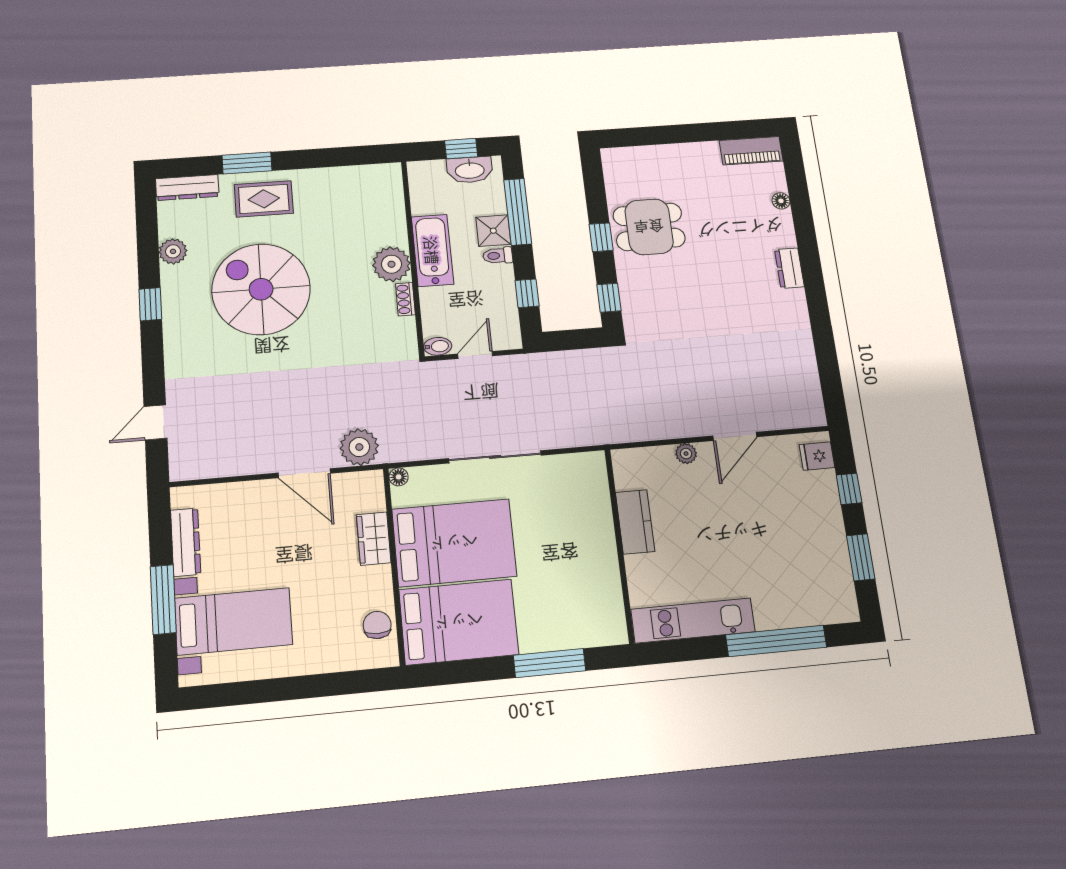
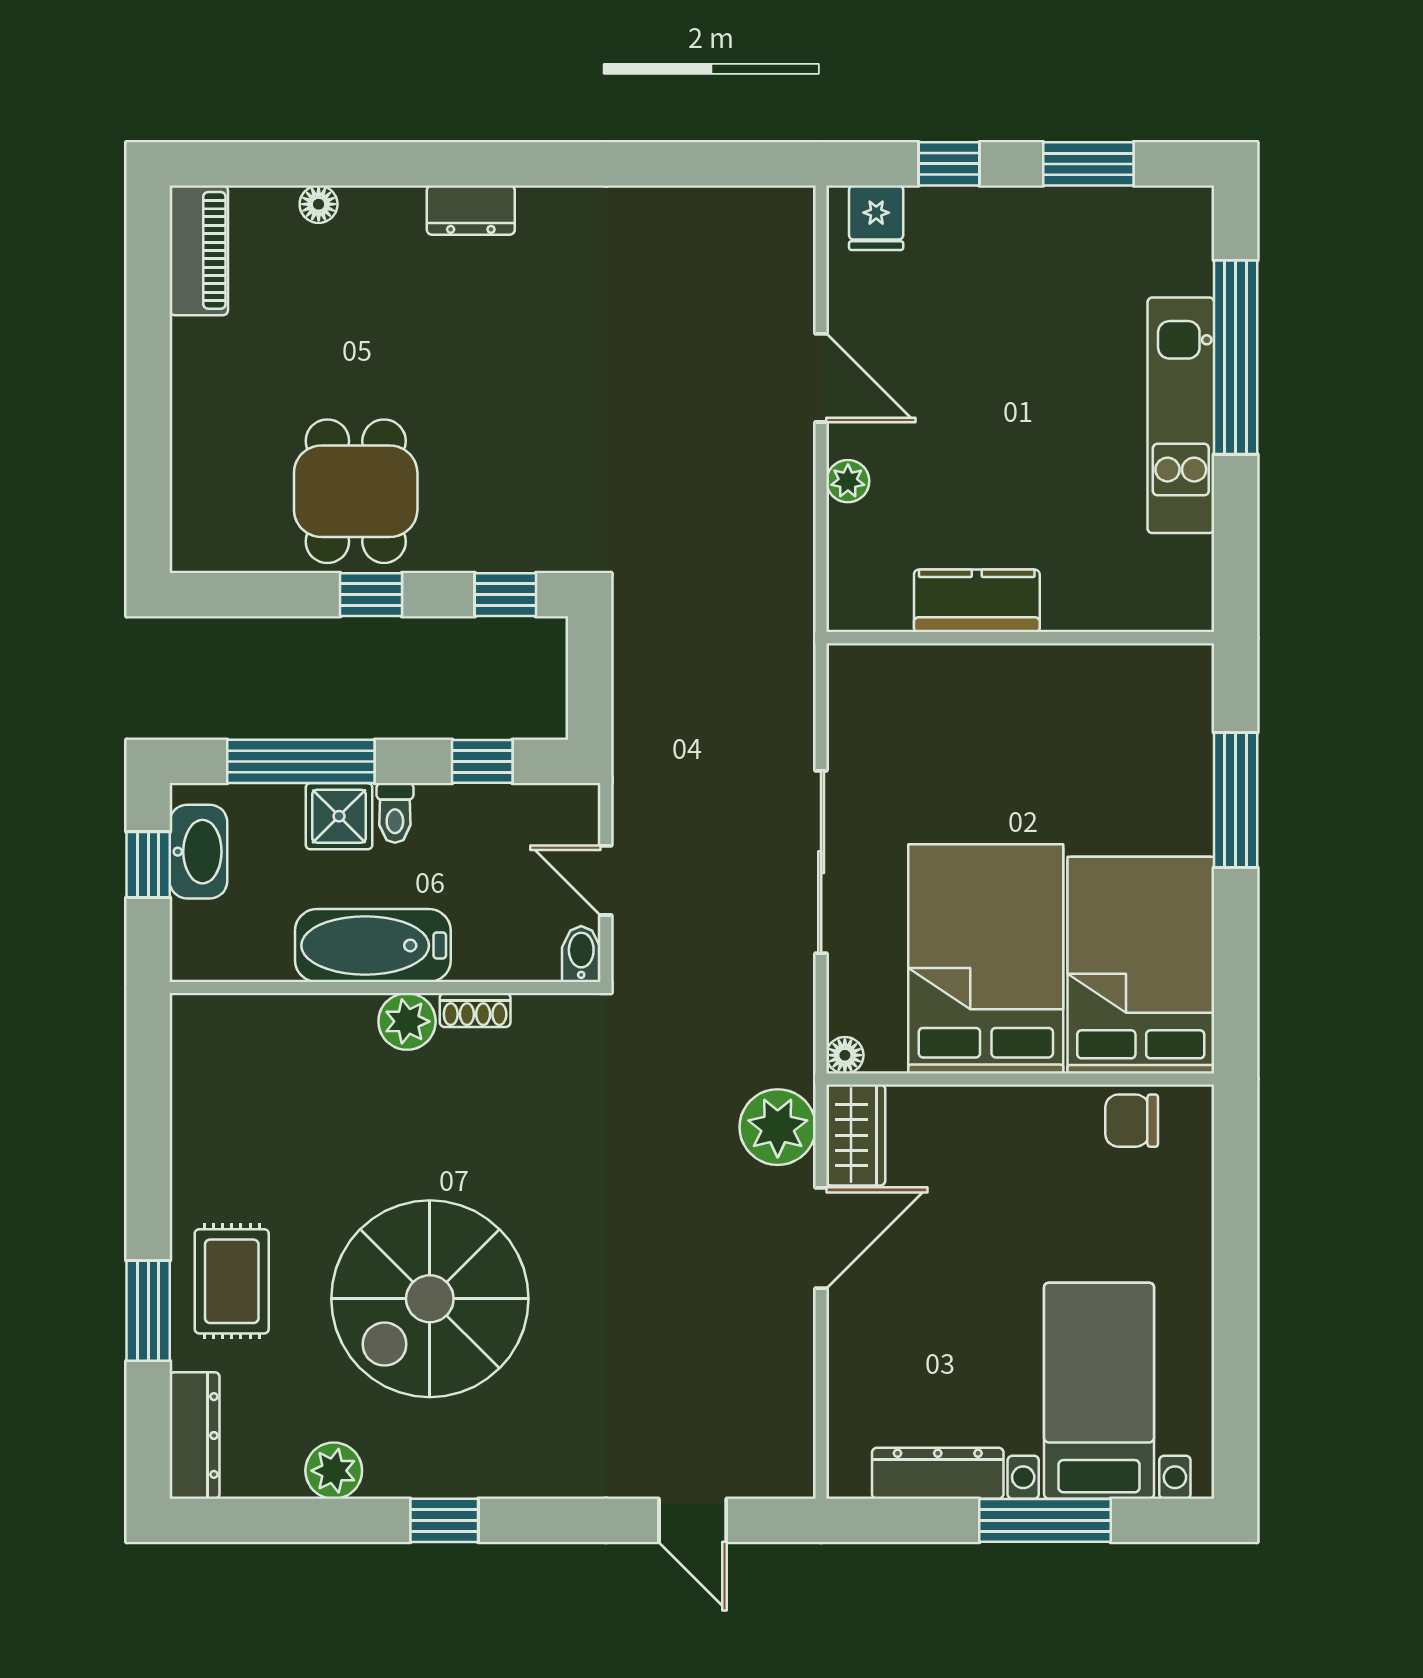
plant: (391, 264) -> (407, 1021), width x0.73, depth x0.73
wardrobe: (374, 539) -> (856, 1135), moved, turned -90
kitchen unit: (693, 620) -> (1181, 415), moved

